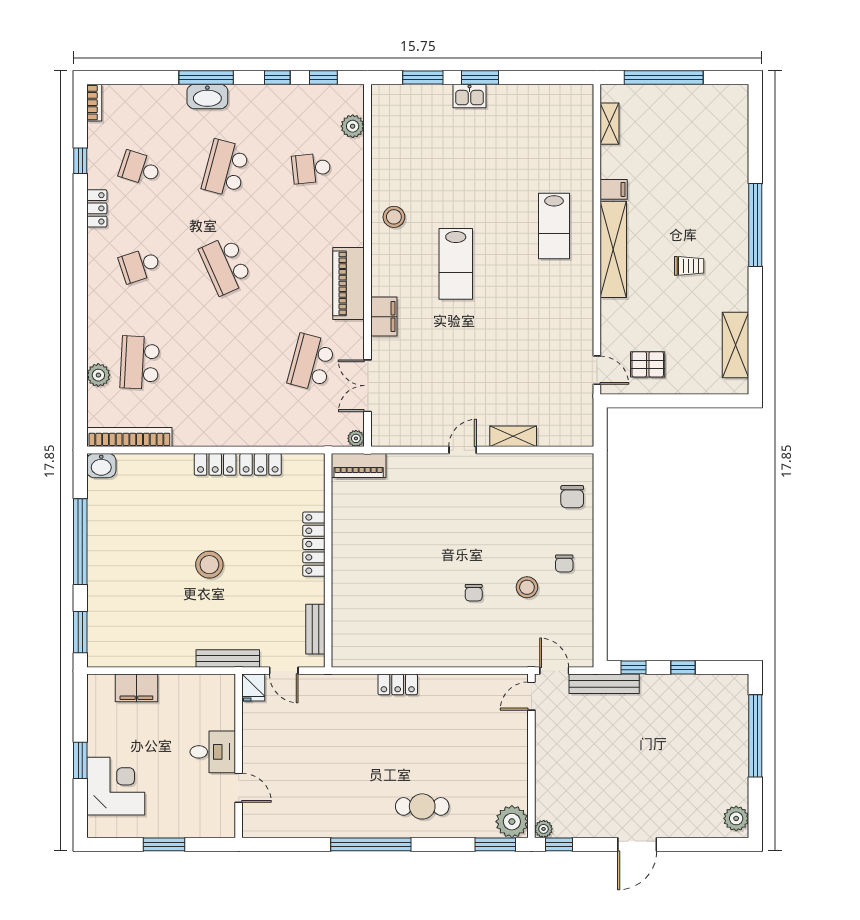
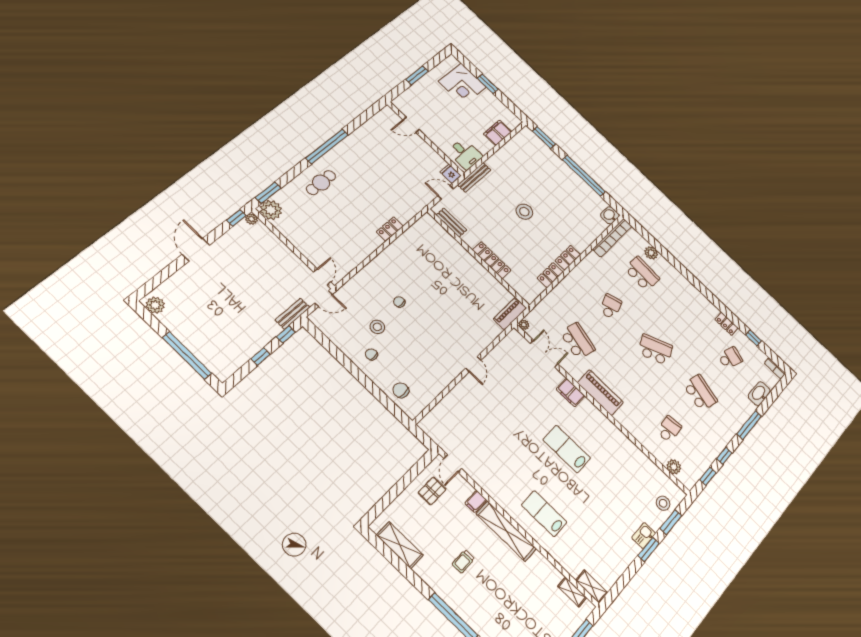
washbasin: (207, 96) -> (759, 394), moved
filing cabinet: (614, 189) -> (476, 502), moved
stool: (394, 217) -> (663, 503), moved
school desk: (140, 265) -> (610, 307), moved
door: (597, 370) -> (453, 463), hinge flipped
shelving: (513, 436) -> (592, 587), moved, turned 90
bench: (604, 684) -> (292, 314), width x0.73
desk: (213, 752) -> (465, 154), moved, turned -90

